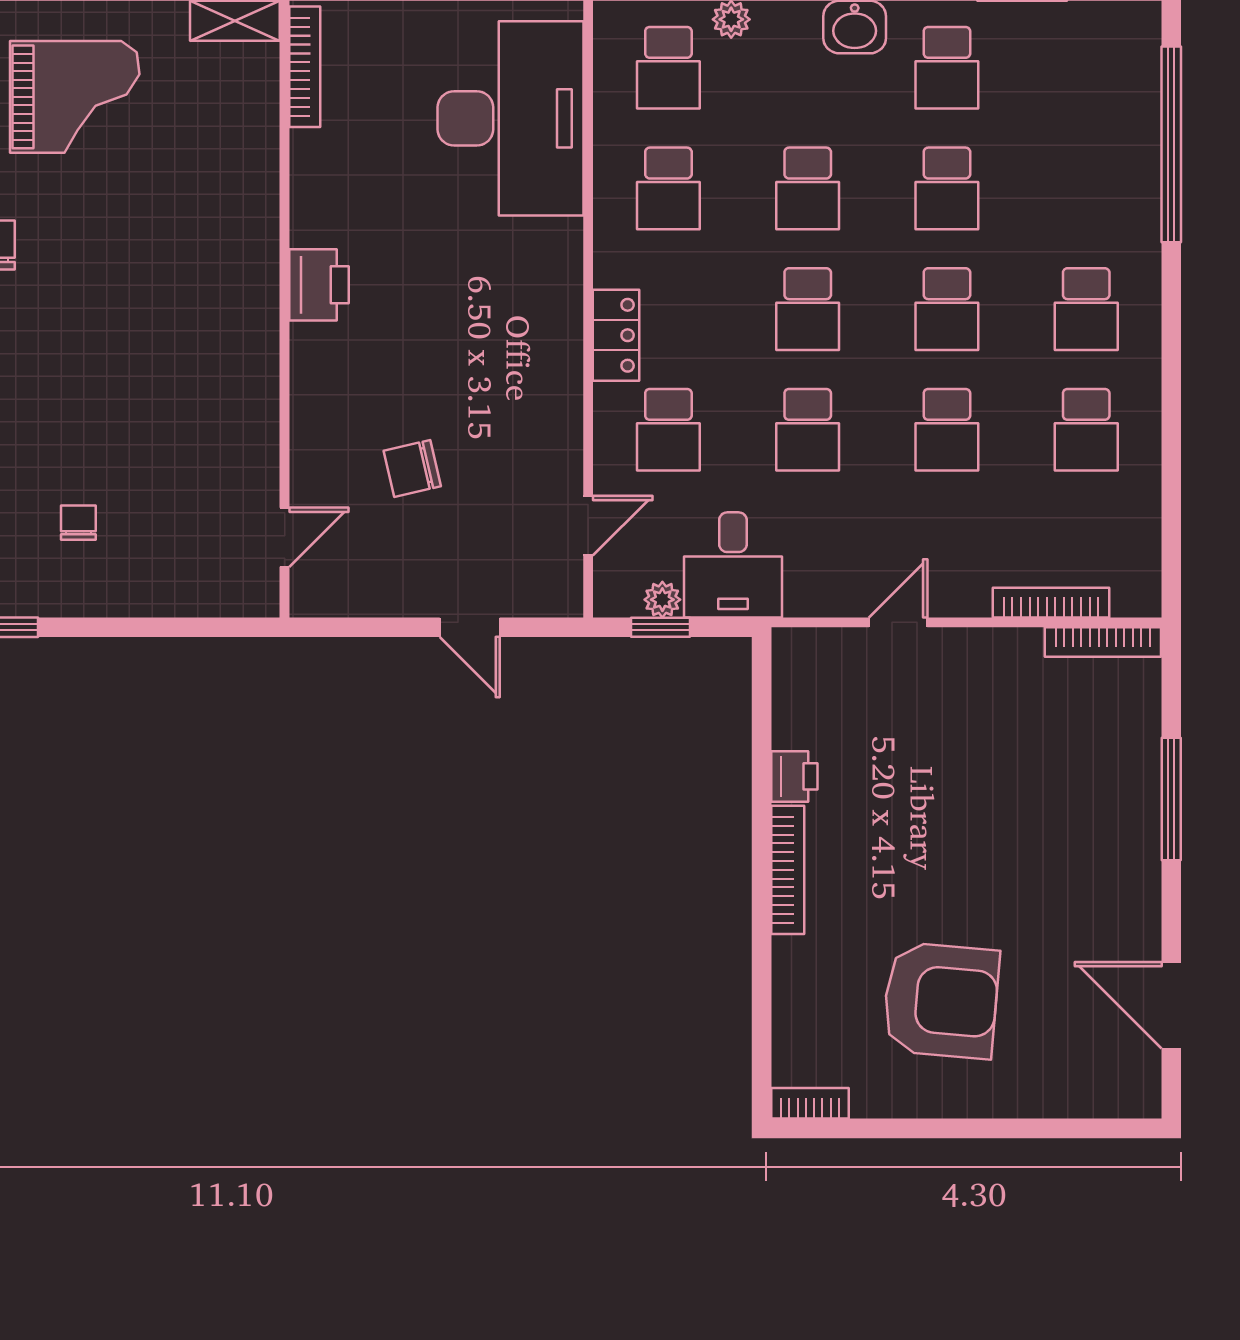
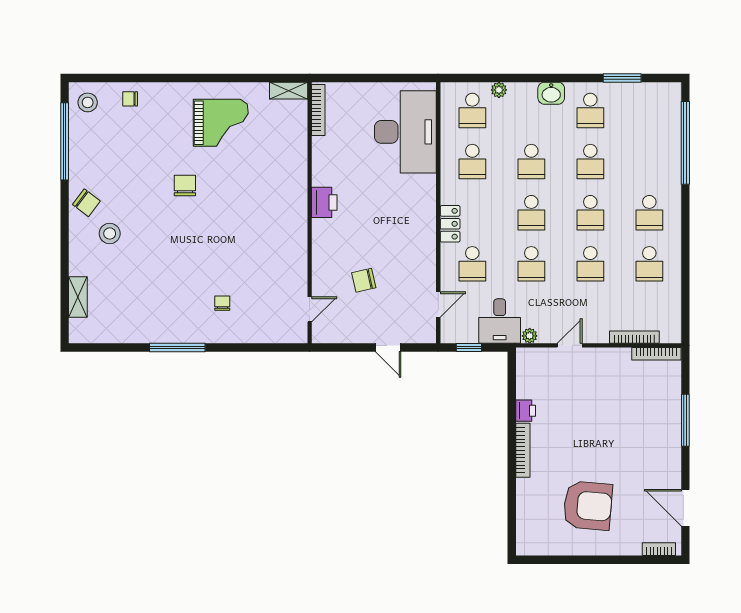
plant: (662, 600) -> (530, 336), moved
bookcase: (810, 1103) -> (659, 549), moved

